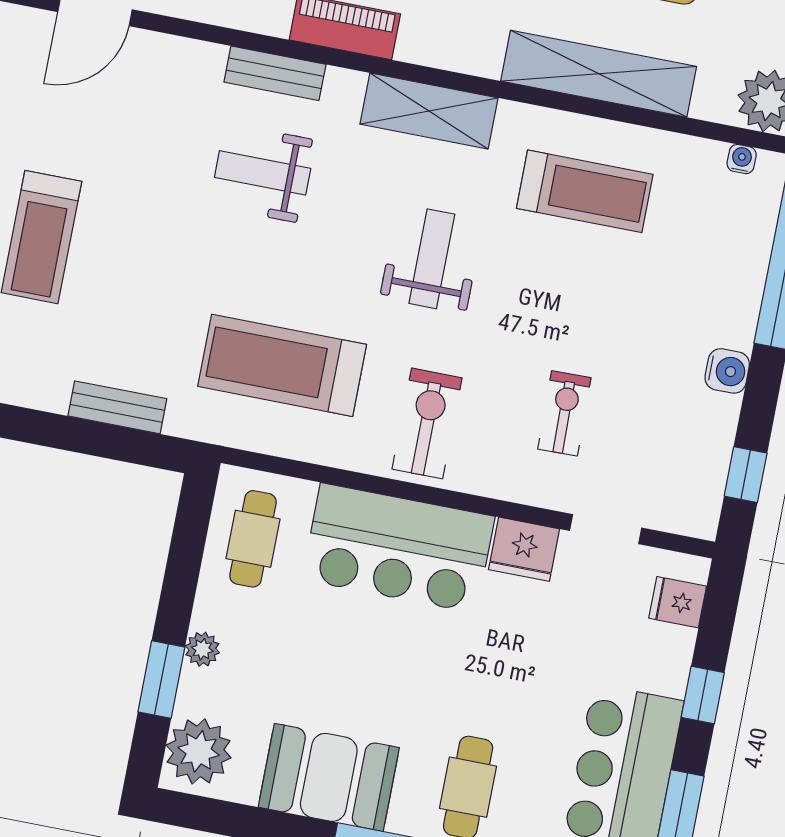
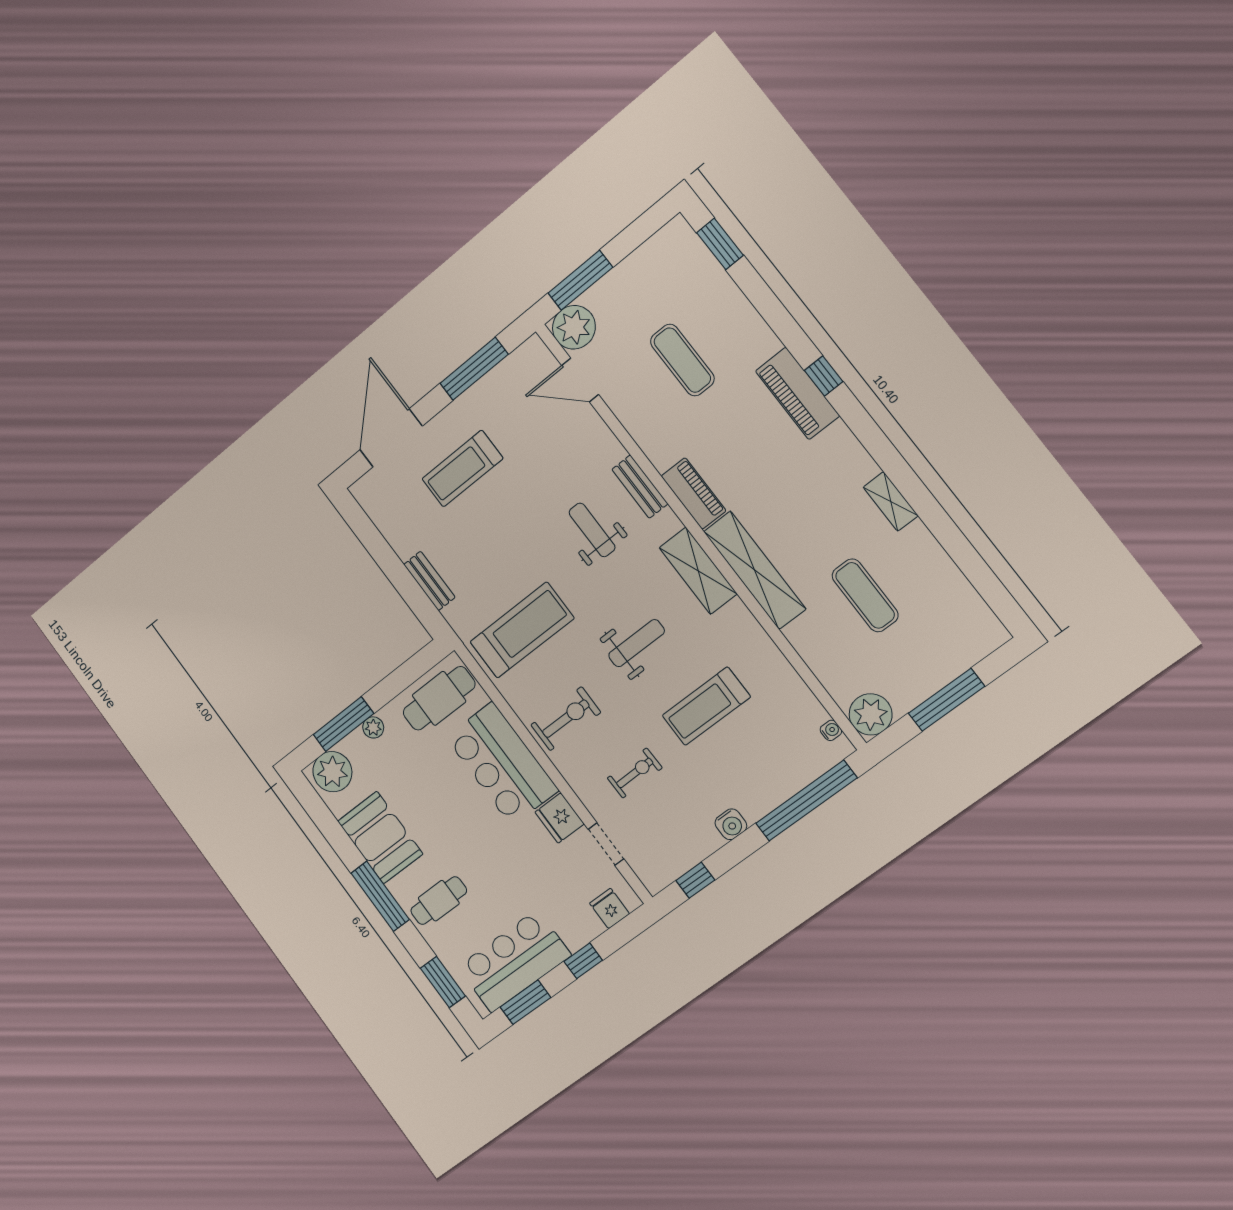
shelving: (599, 74) -> (755, 570), moved
treadmill: (585, 191) -> (706, 706), moved, turned 90
treadmill: (282, 365) -> (522, 630), turned 90
cafe table: (253, 539) -> (439, 698), width x1.37, depth x1.35
window: (161, 679) -> (343, 724), width x1.44

